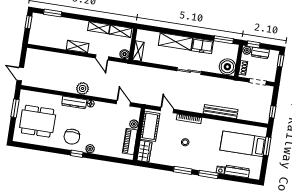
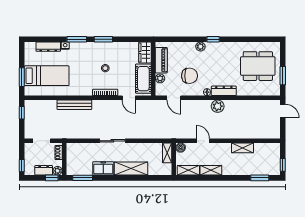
shelving: (78, 47) -> (243, 148), moved
boiler: (227, 67) -> (75, 151), removed
chair: (72, 137) -> (190, 76), moved, turned 90

